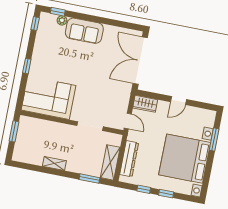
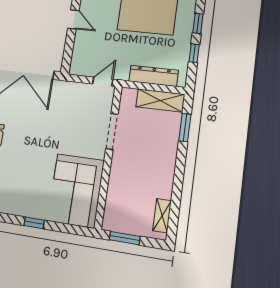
wardrobe: (145, 104) -> (79, 61), removed
shelving: (54, 163) -> (162, 216), moved

